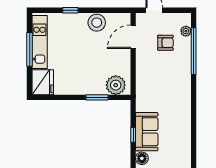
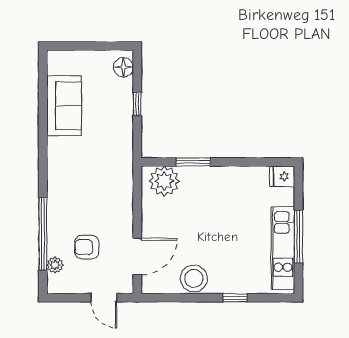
fridge: (43, 82) -> (282, 176), width x0.53, depth x0.75
sofa: (147, 132) -> (64, 106), moved, turned 180

